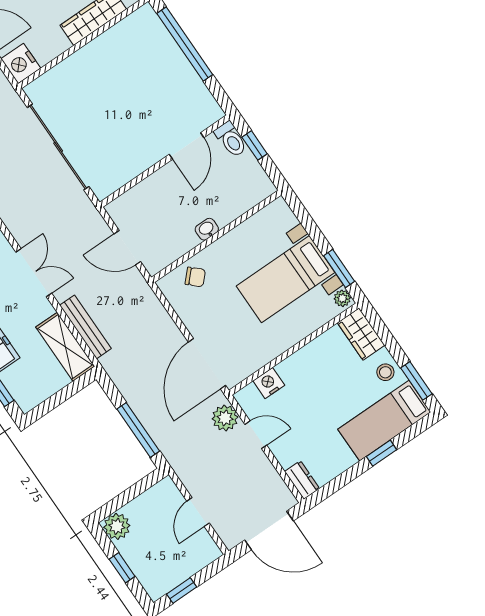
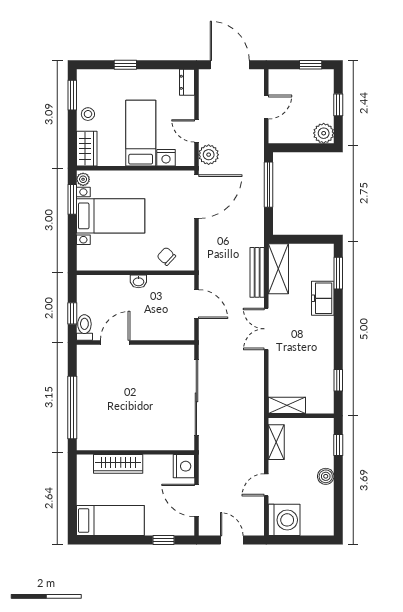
bed: (384, 421) -> (141, 133), moved, turned -90

